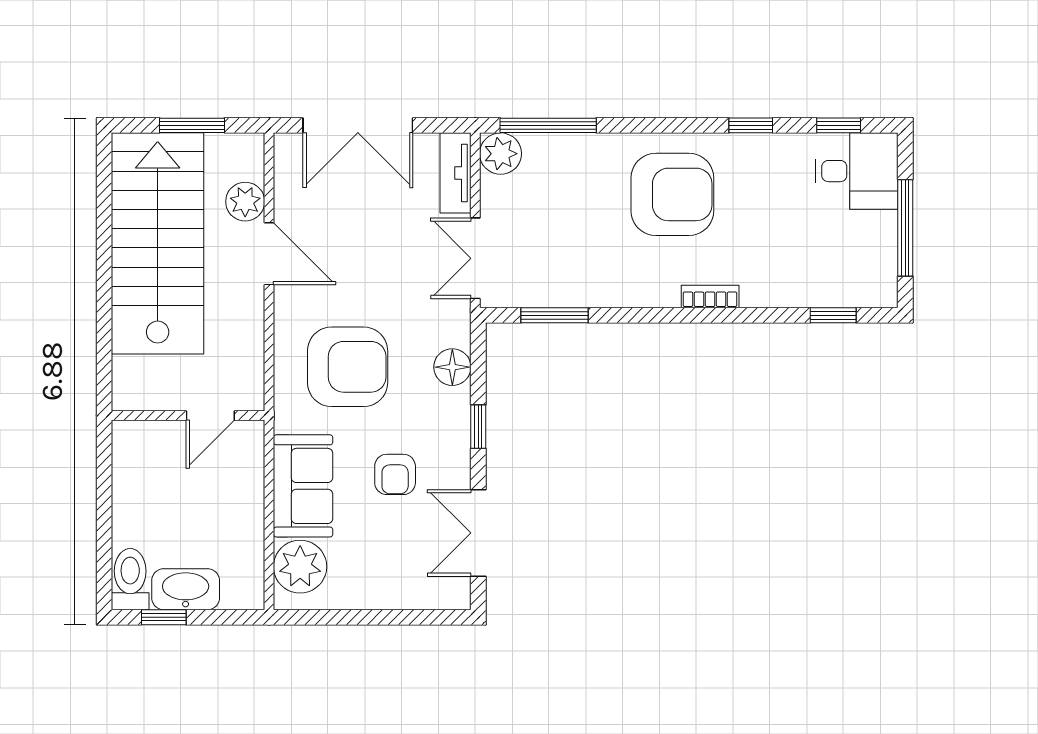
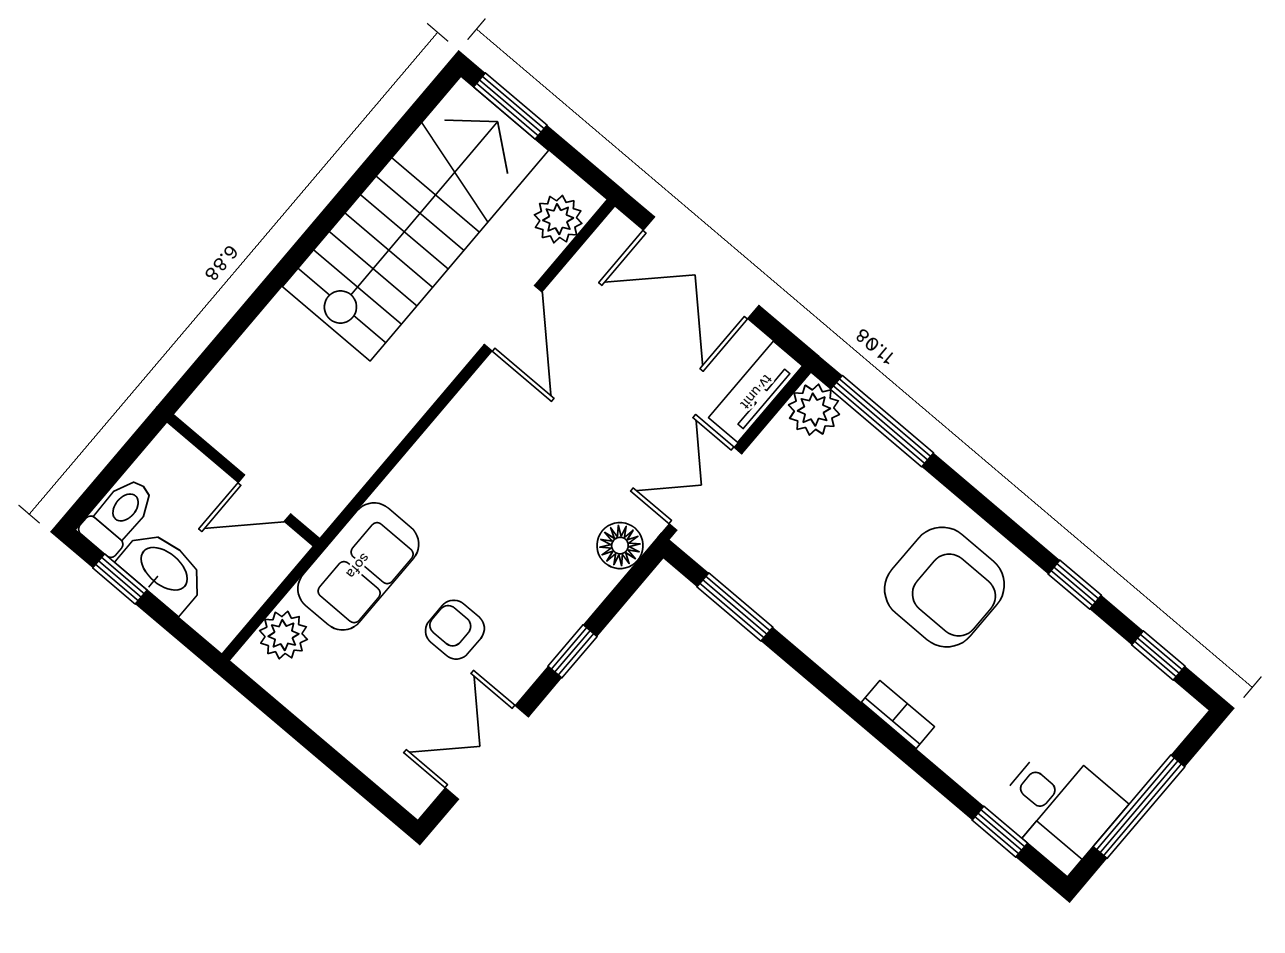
window: (192, 125) -> (510, 106), moved
desk: (857, 171) -> (1059, 807), moved
plant: (245, 202) -> (558, 219), moved
armchair: (348, 367) -> (497, 489), removed
floor lamp: (452, 367) -> (620, 546), moved
wall: (188, 415) -> (243, 480), moved
door: (210, 415) -> (264, 498), moved
armchair: (395, 474) -> (455, 630), turned 90
plant: (300, 567) -> (284, 635), width x0.73, depth x0.73

